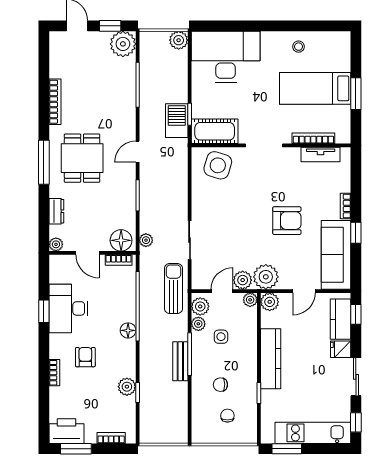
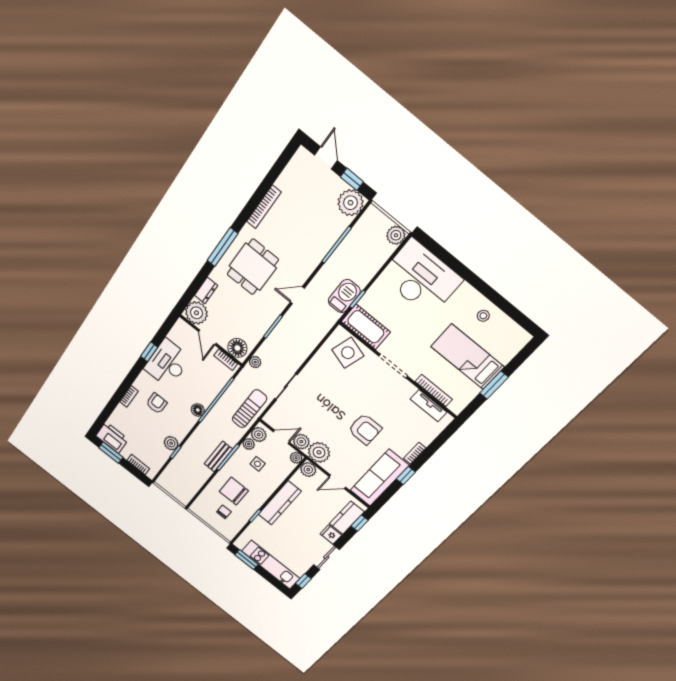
plant: (56, 244) -> (196, 313), width x1.88, depth x1.88
chair: (220, 385) -> (234, 491), width x1.87, depth x1.87

